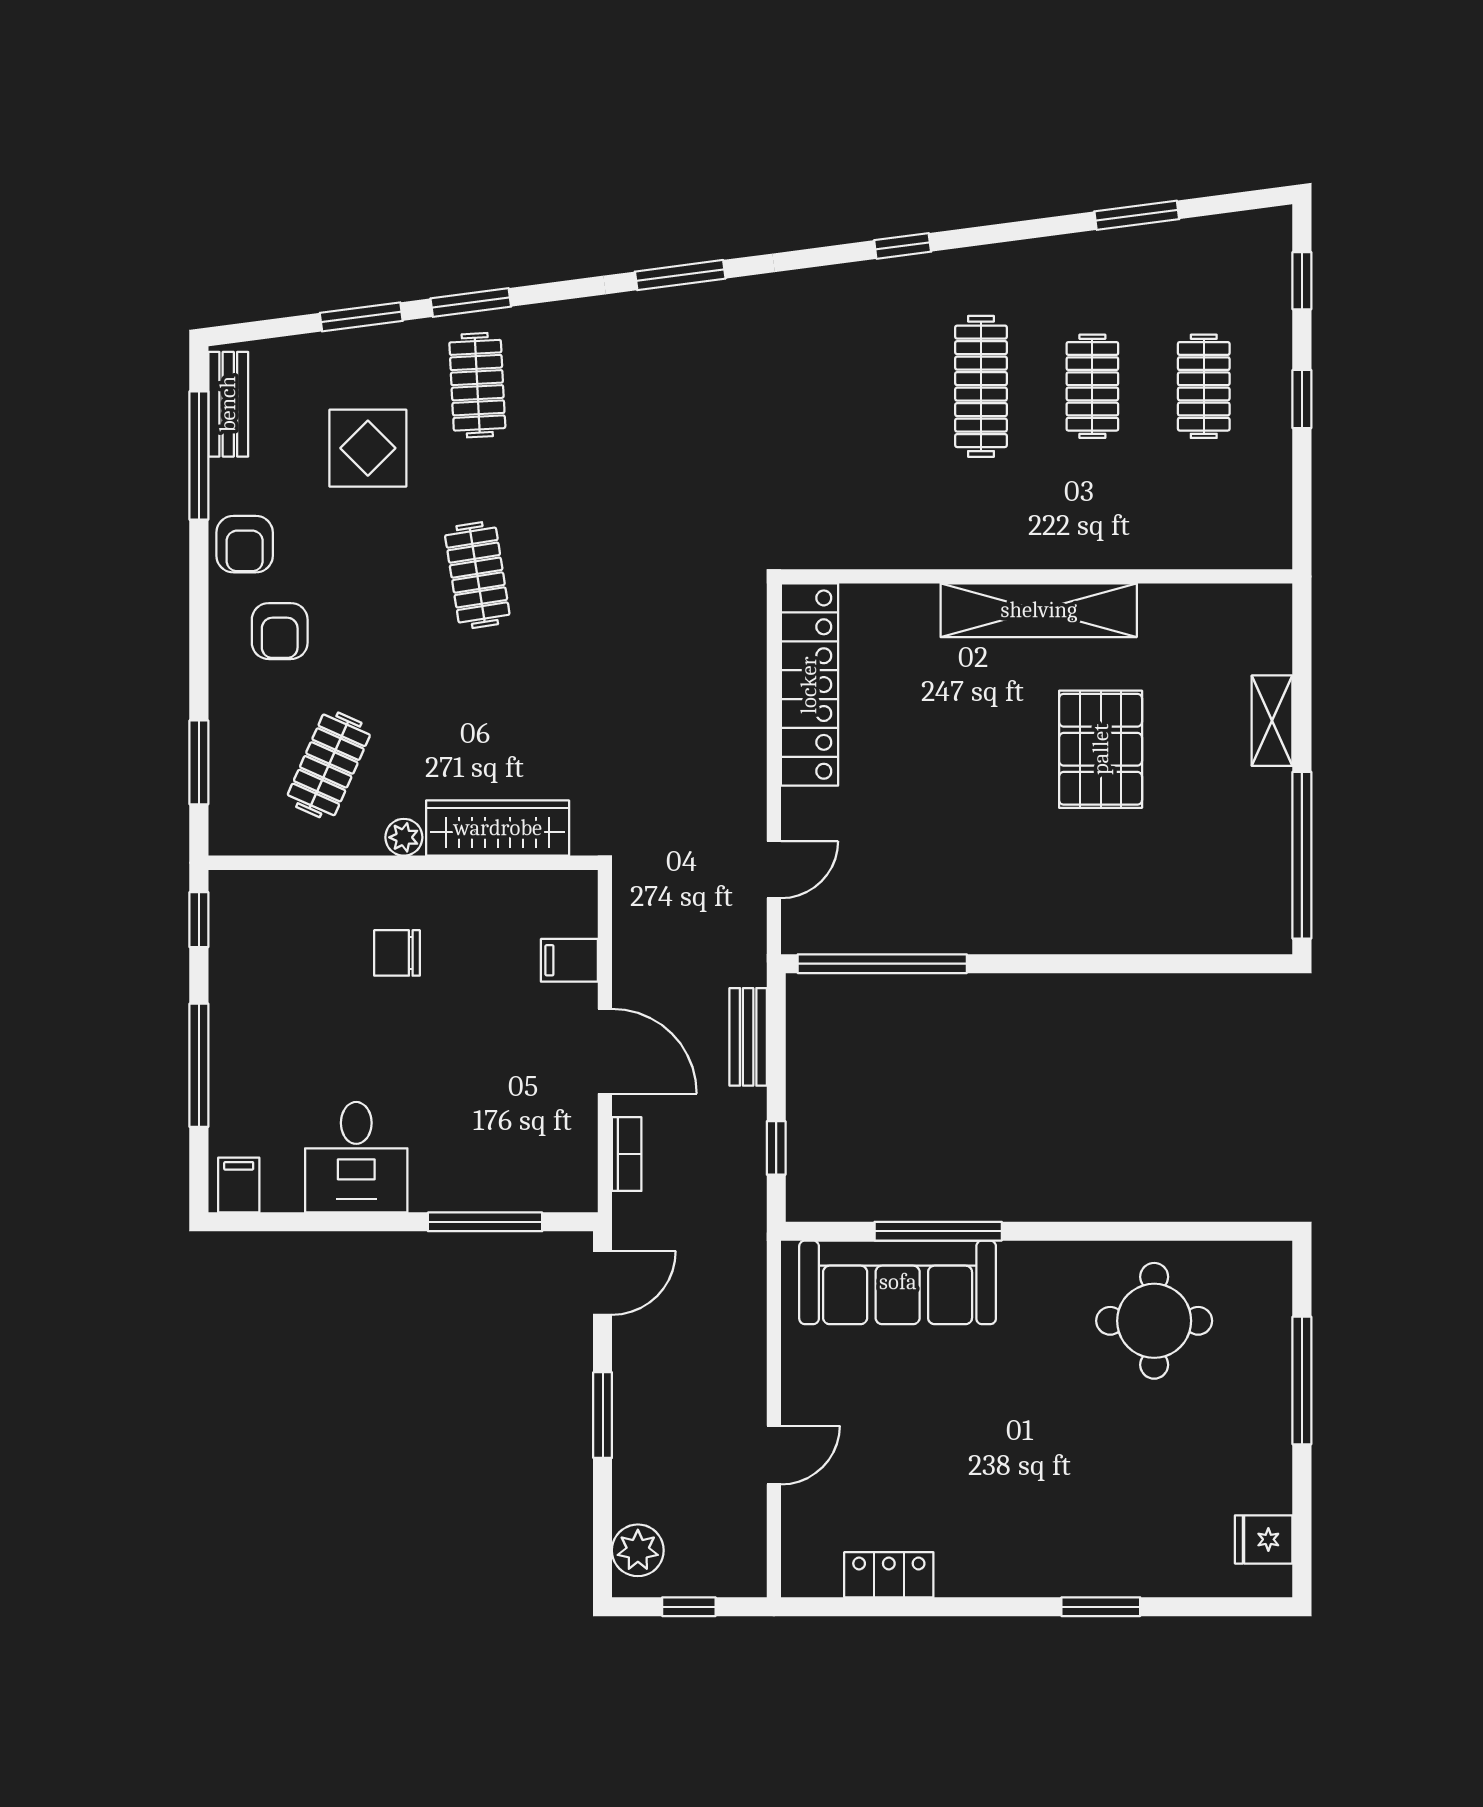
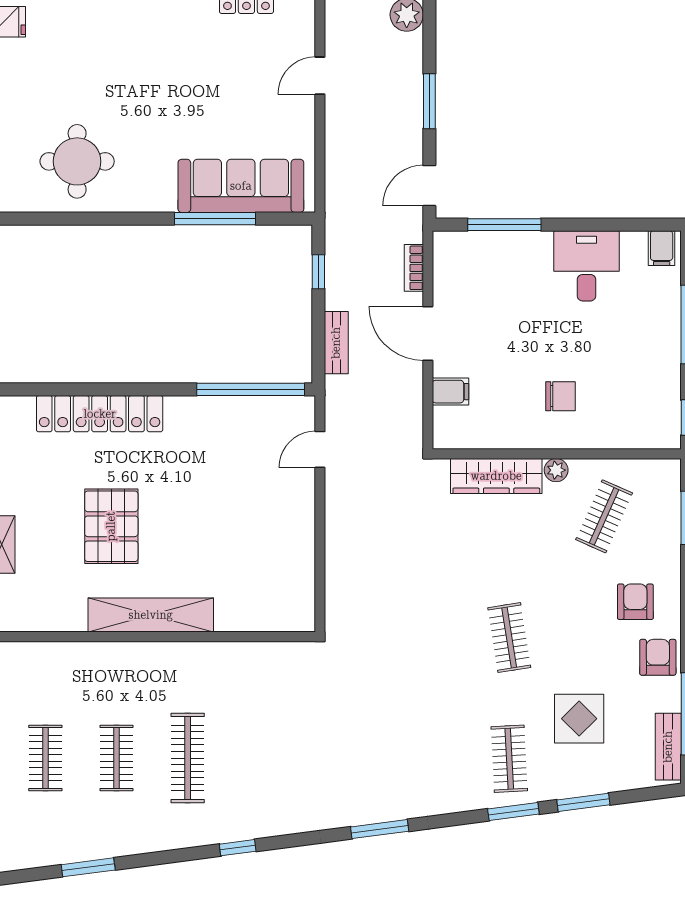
locker: (809, 685) -> (100, 414), moved, turned -90

